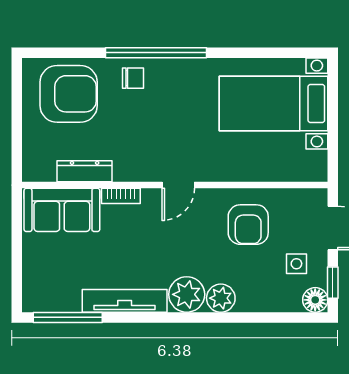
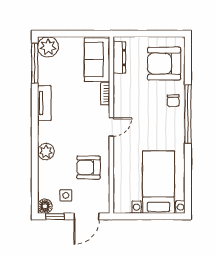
armchair: (69, 94) -> (164, 64), turned 90
dresser: (85, 171) -> (119, 58), moved
door: (178, 185) -> (111, 127), swing flipped
plant: (187, 294) -> (48, 47), moved
tv unit: (125, 301) -> (44, 103), width x0.71

